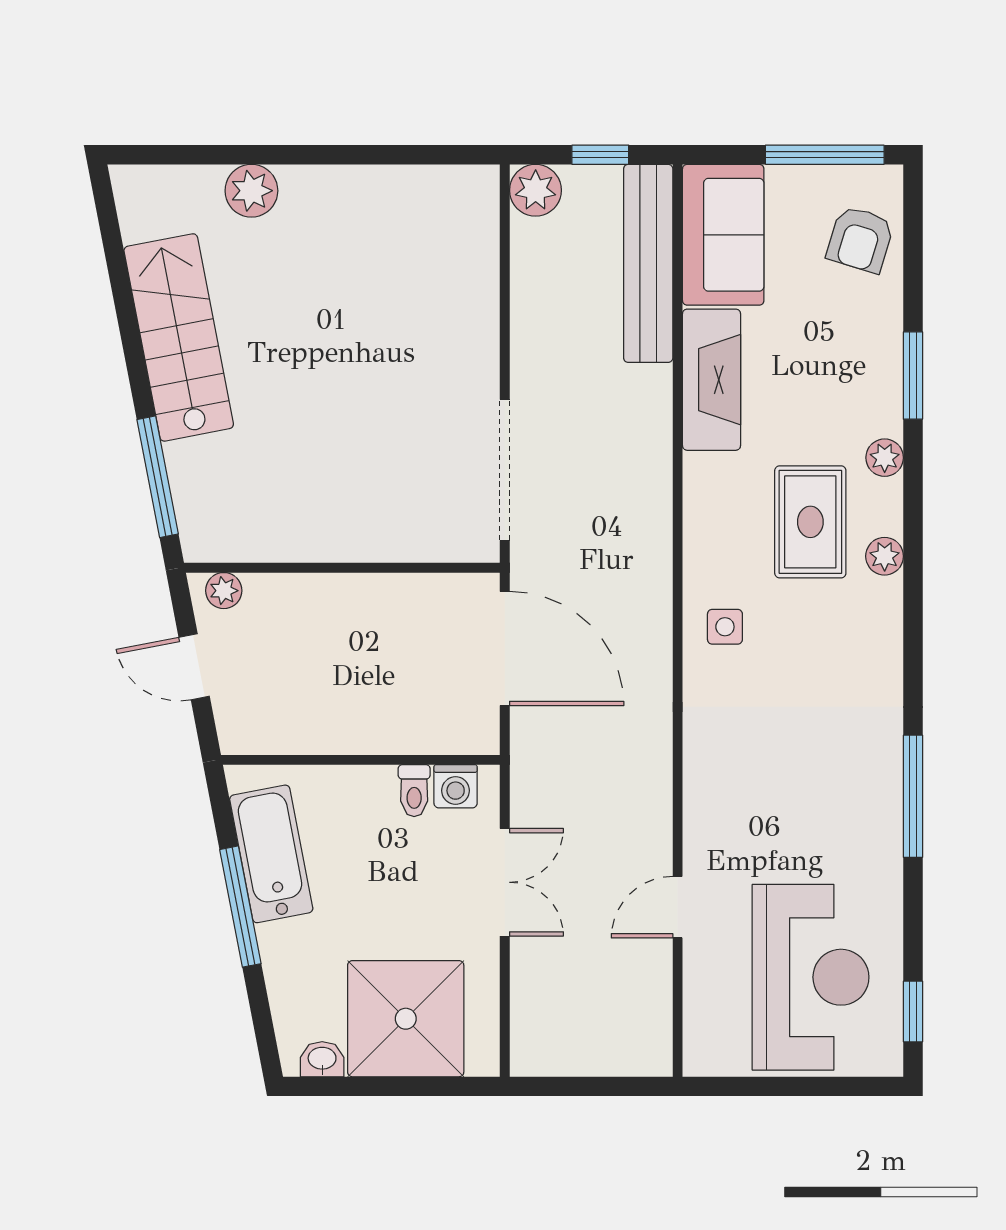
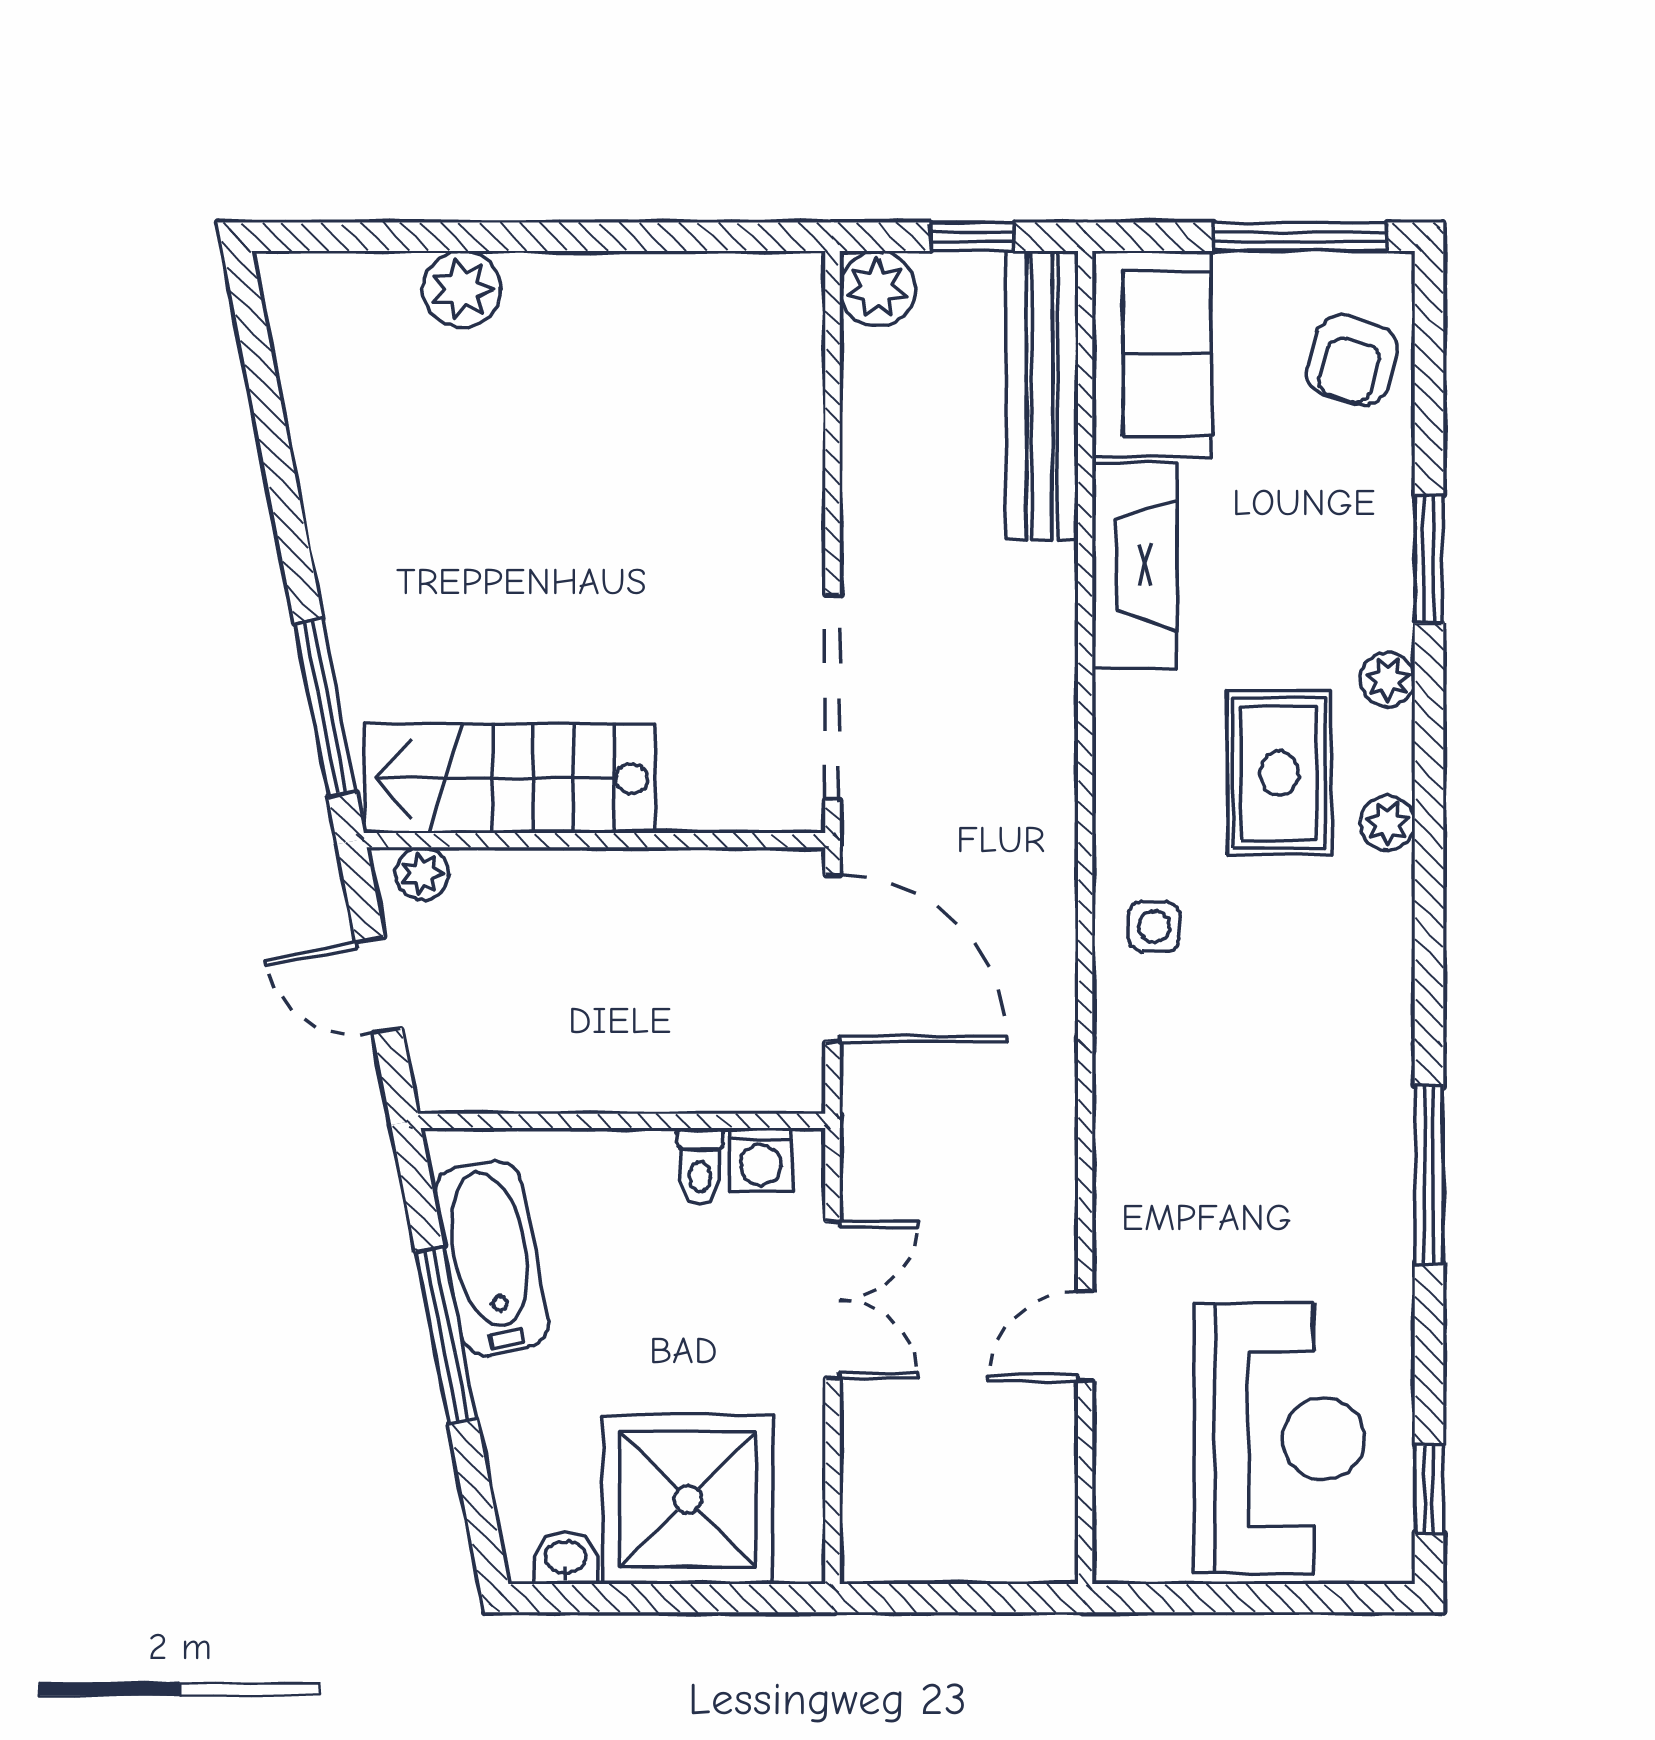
stairs: (179, 337) -> (510, 779), moved, turned -79

